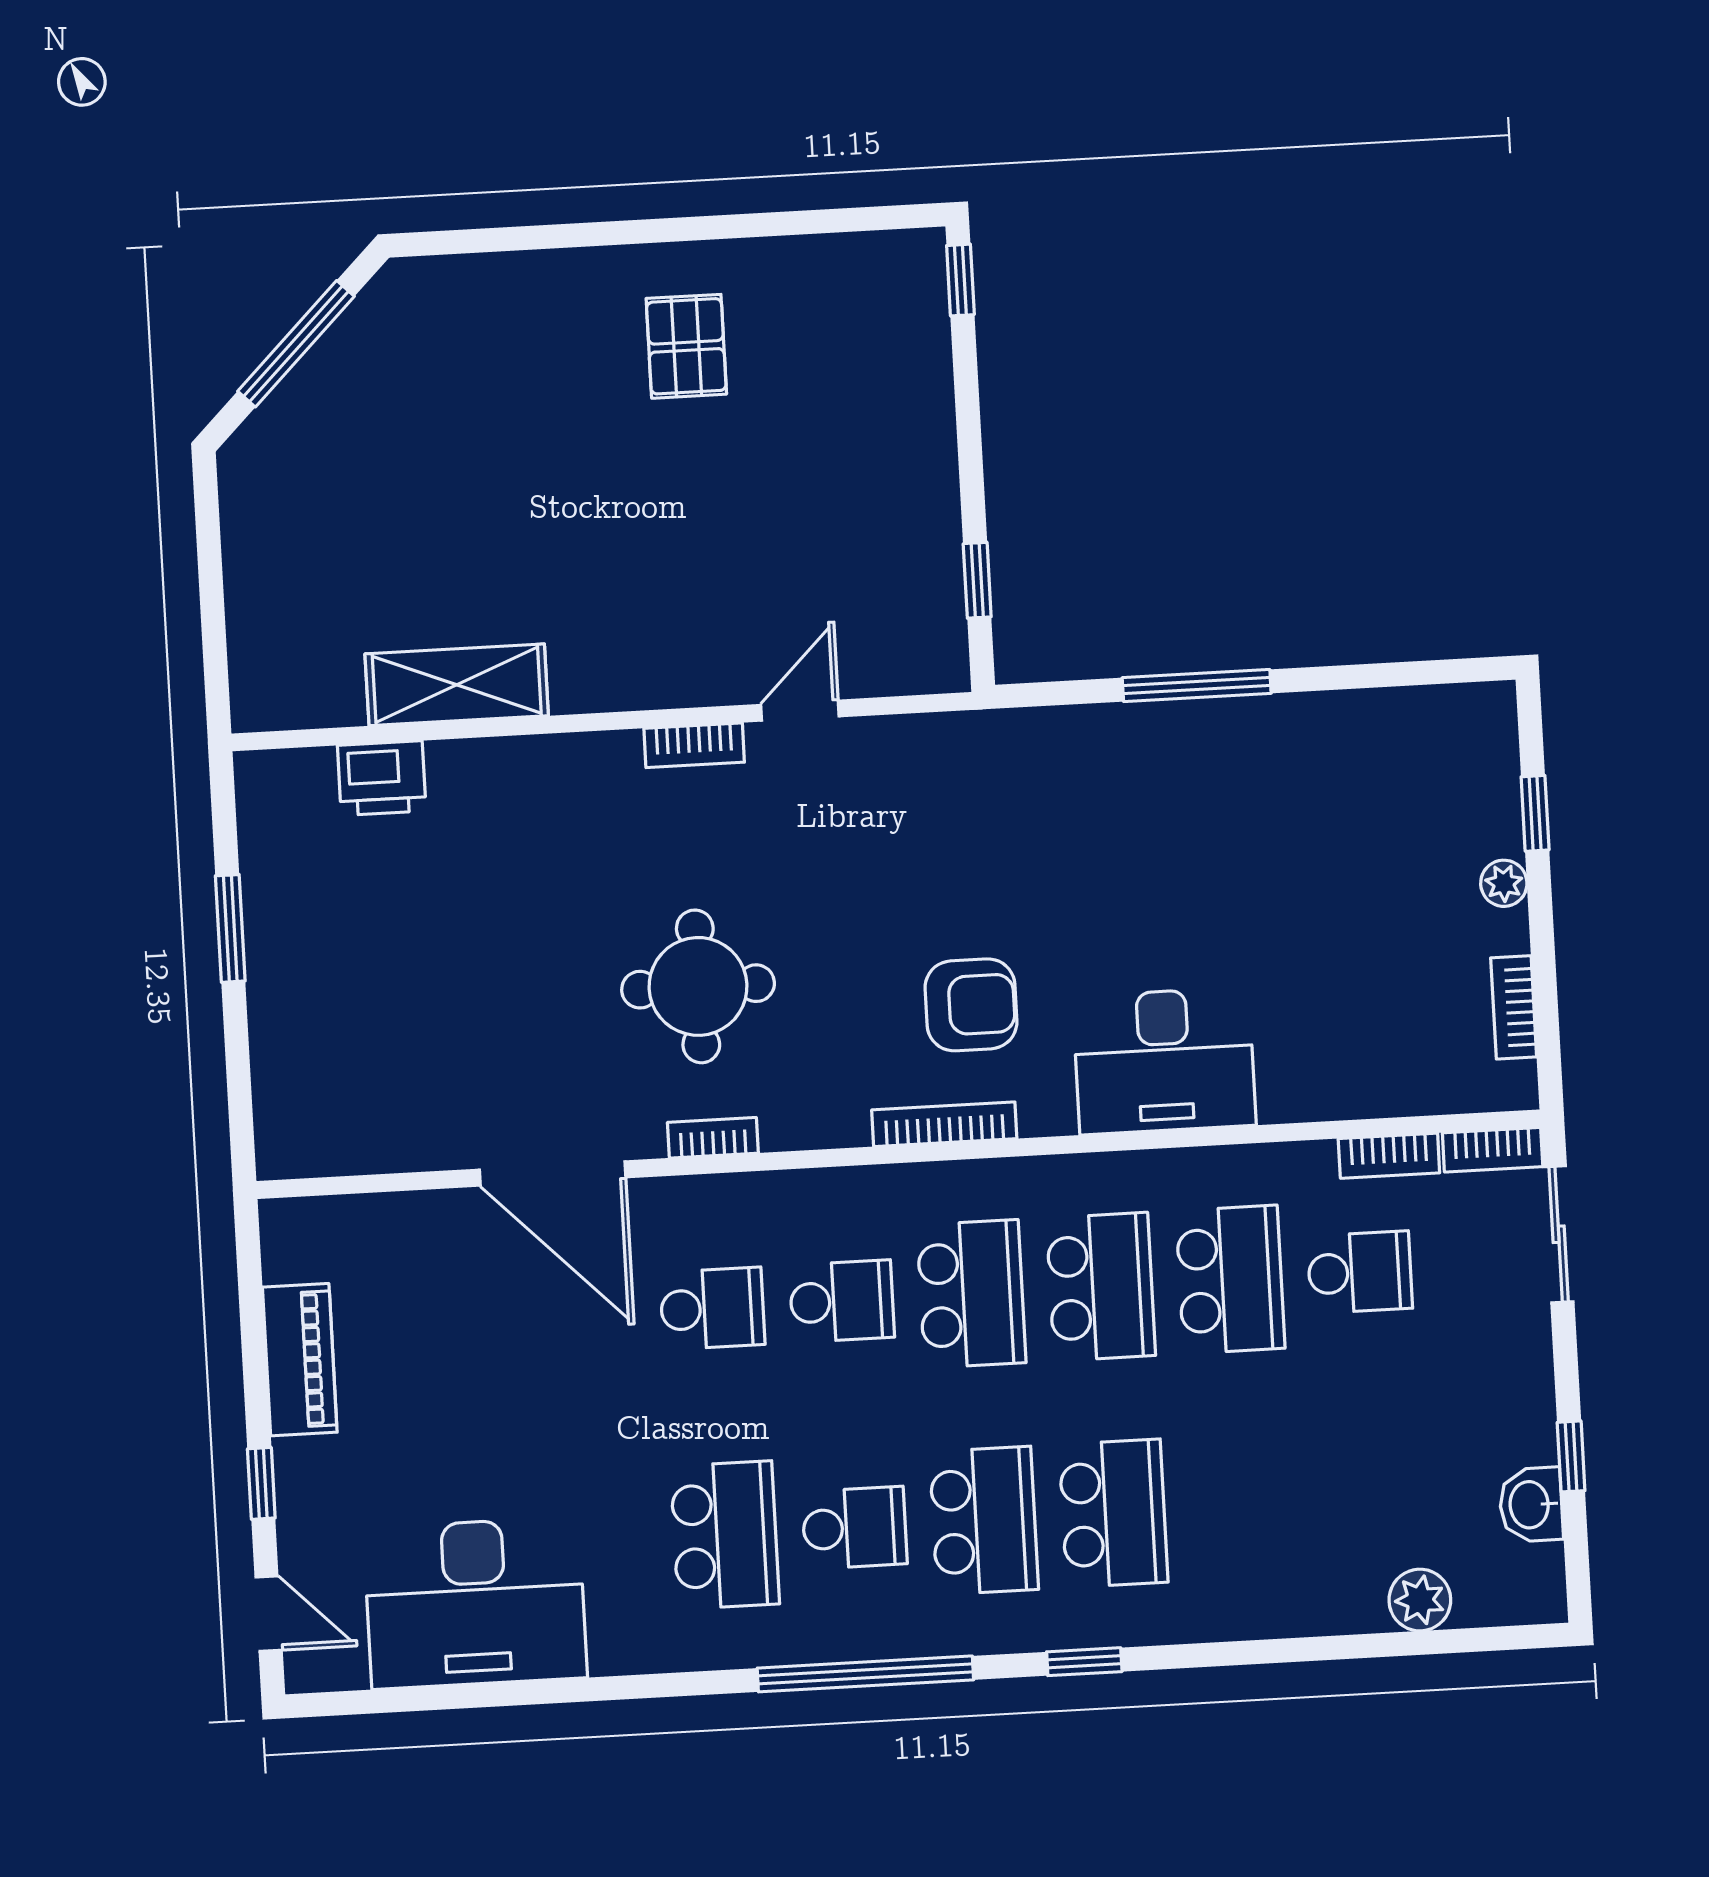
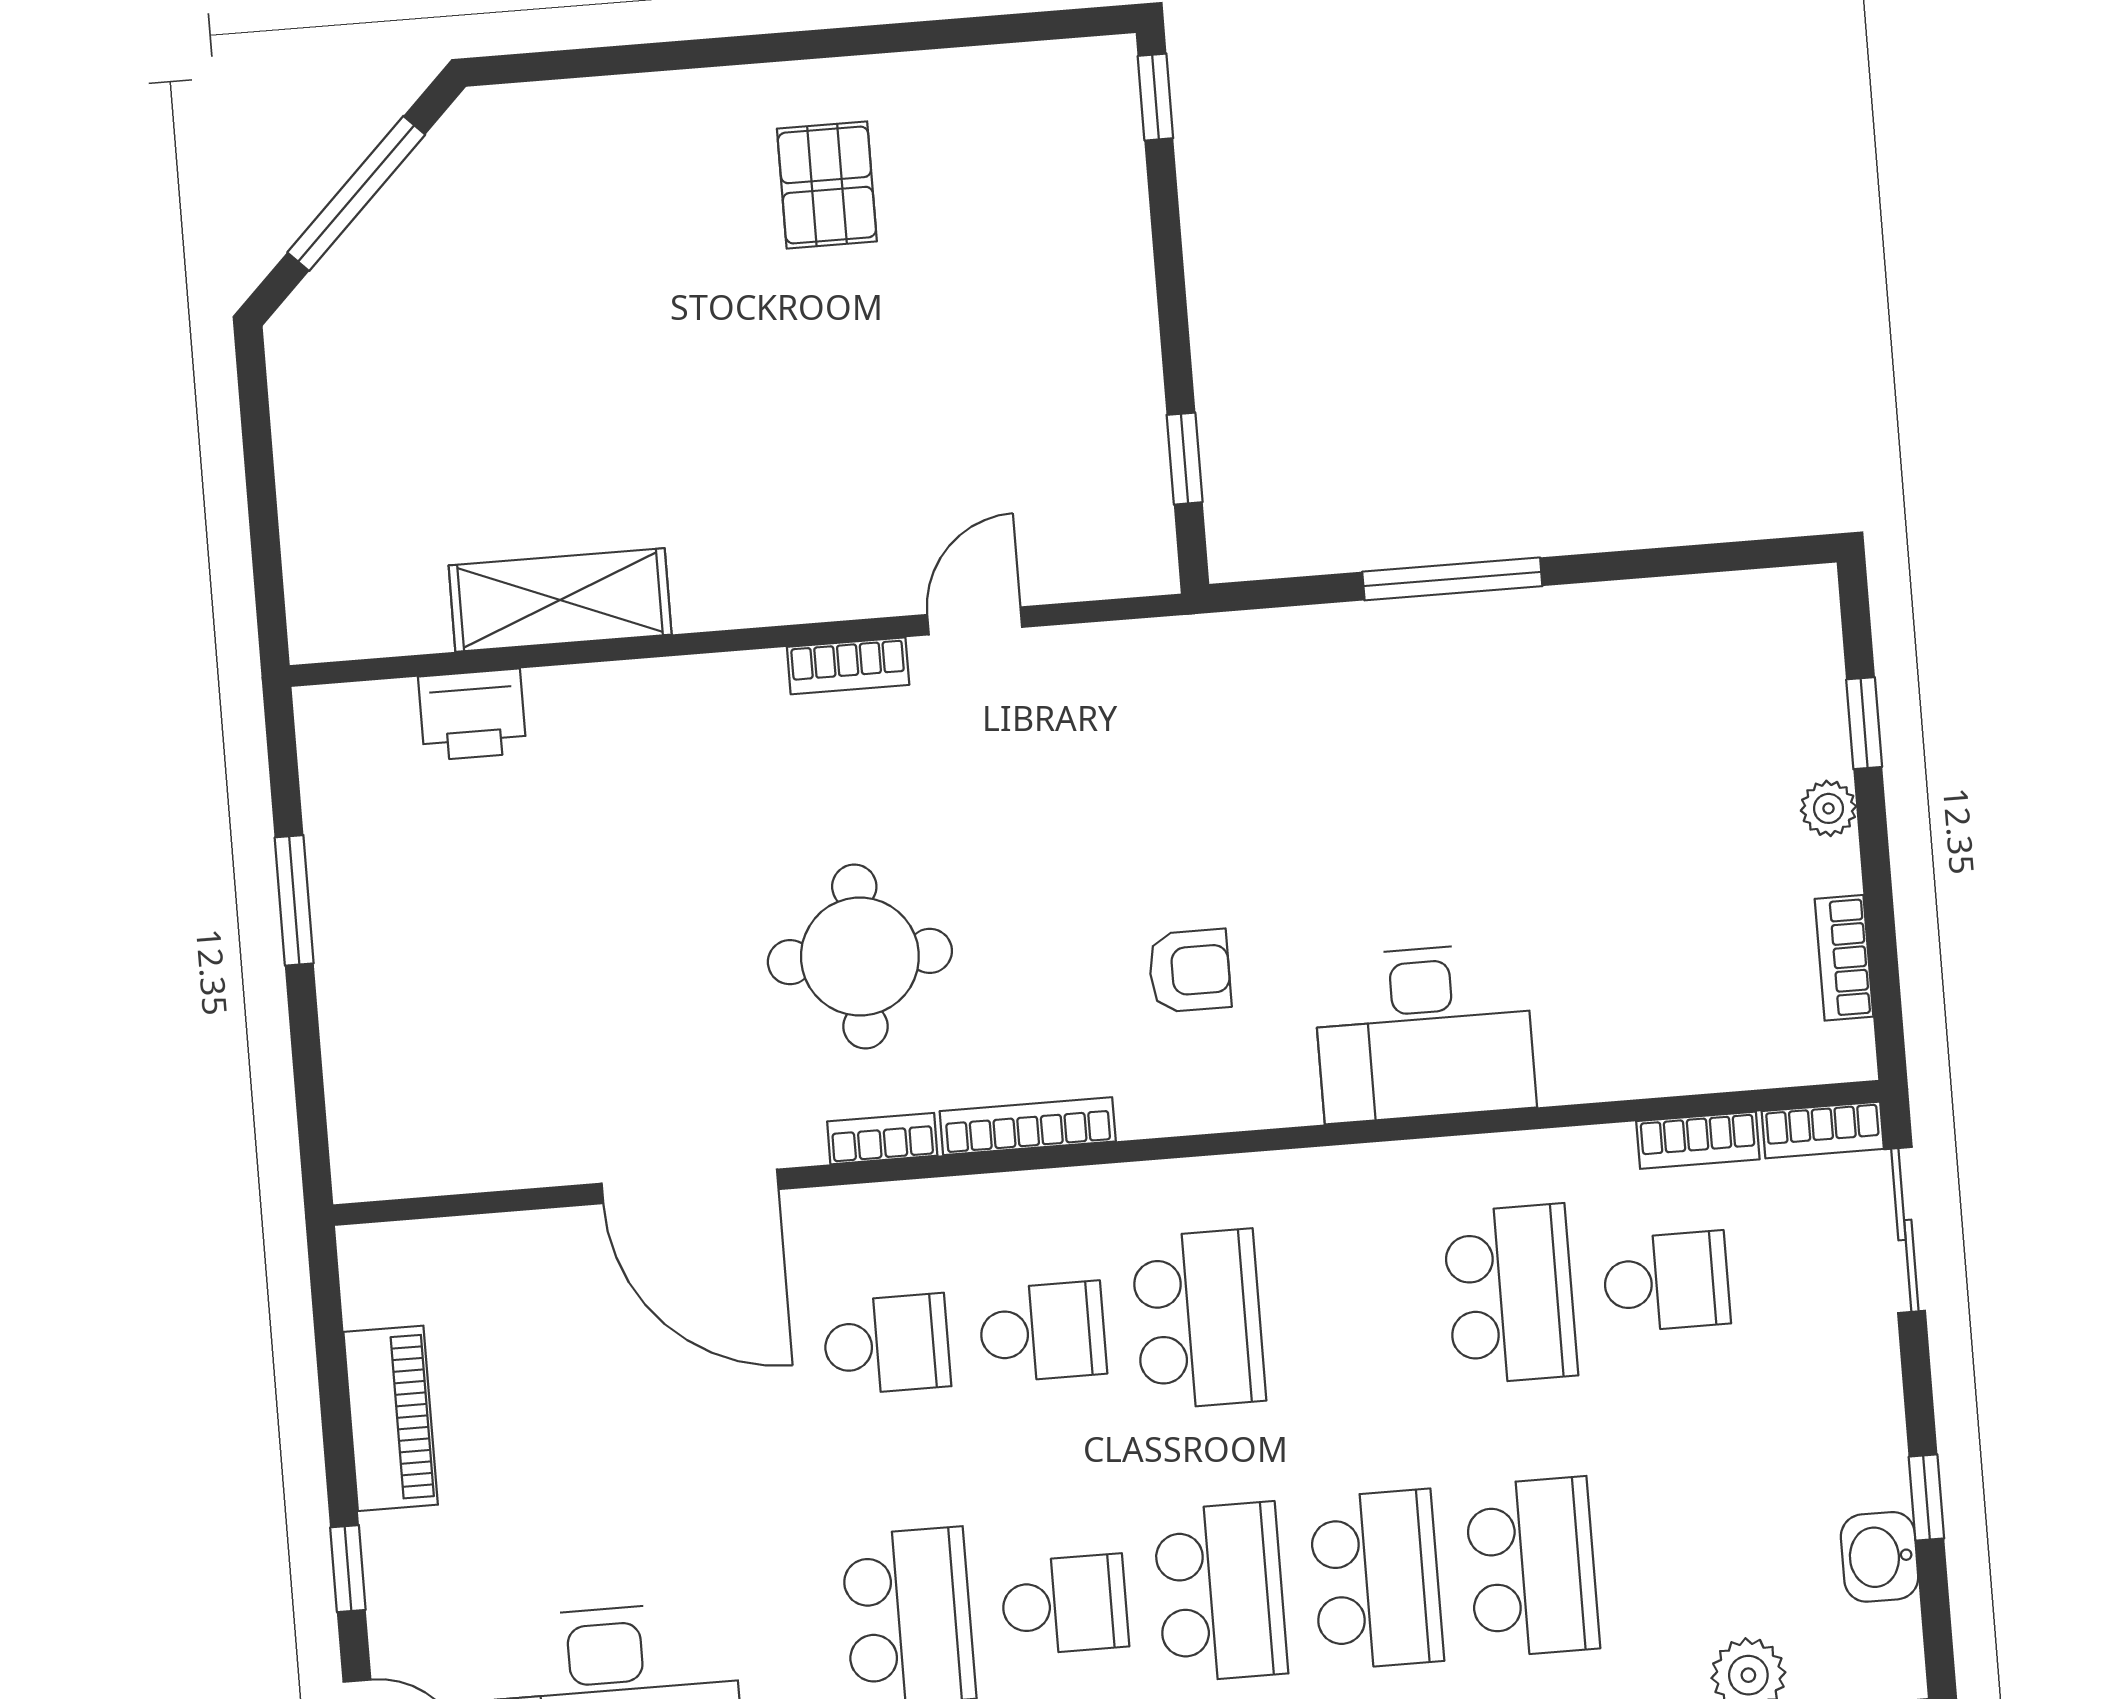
armchair: (971, 1005) -> (1190, 971), width x0.72, depth x0.72
bookcase: (944, 1124) -> (1028, 1126), moved
school desk: (1101, 1287) -> (1532, 1567), moved

